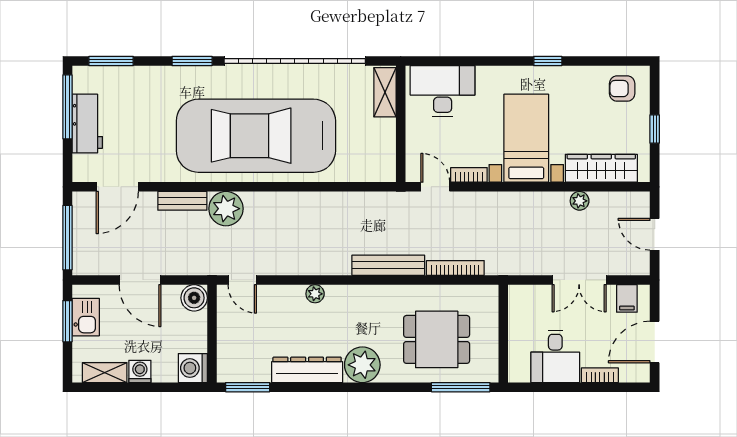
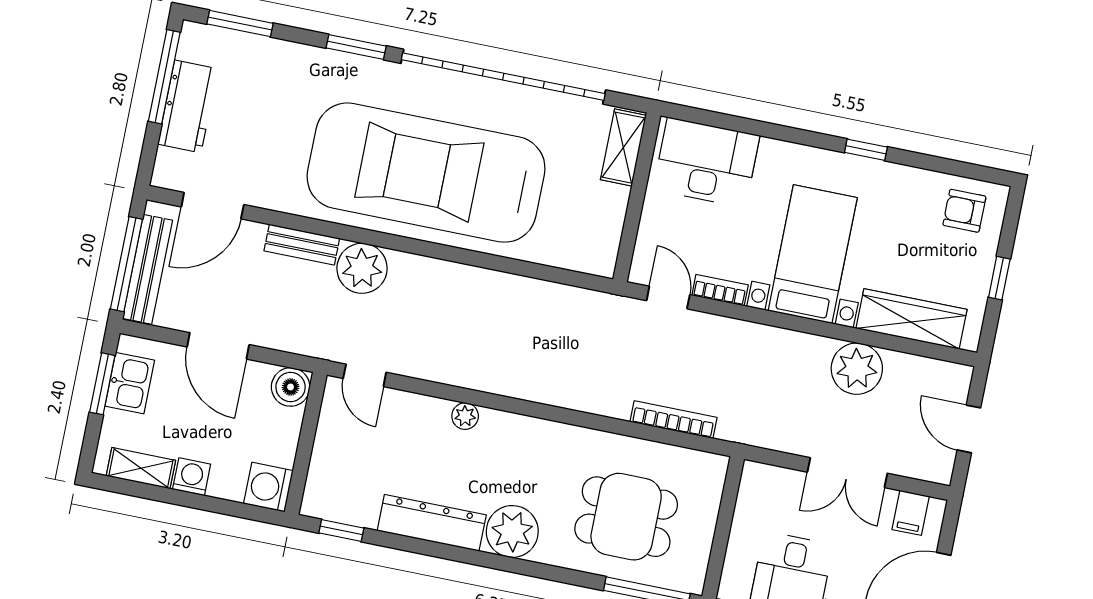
plant: (580, 201) -> (857, 369), width x1.88, depth x1.88
bench: (388, 265) -> (148, 269), moved, turned 90
window: (248, 387) -> (341, 530), width x0.67

